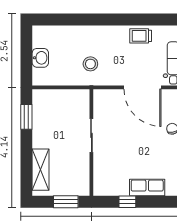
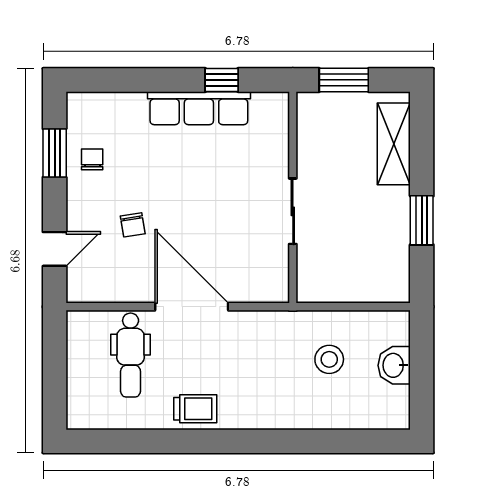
stool: (90, 64) -> (329, 359), moved
window: (26, 117) -> (422, 220), moved
row of seats: (147, 188) -> (199, 108), width x1.48

